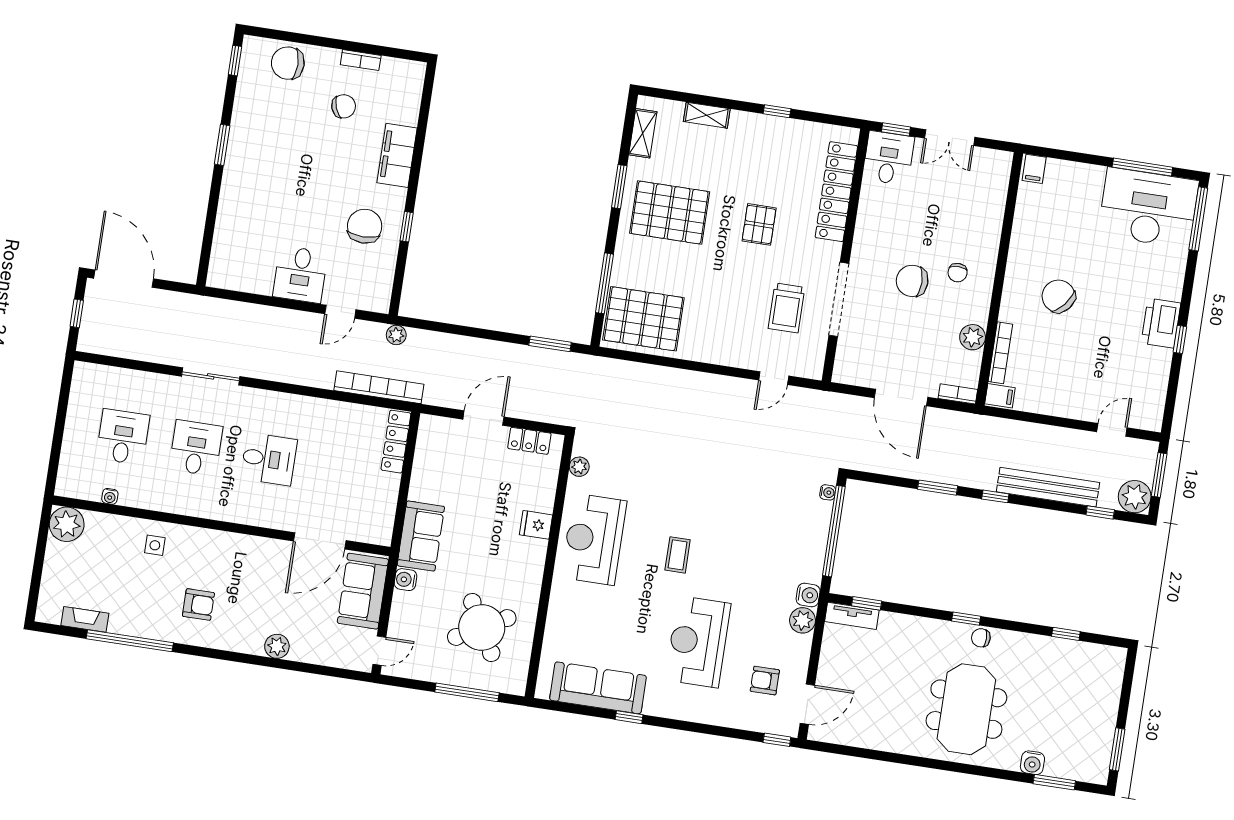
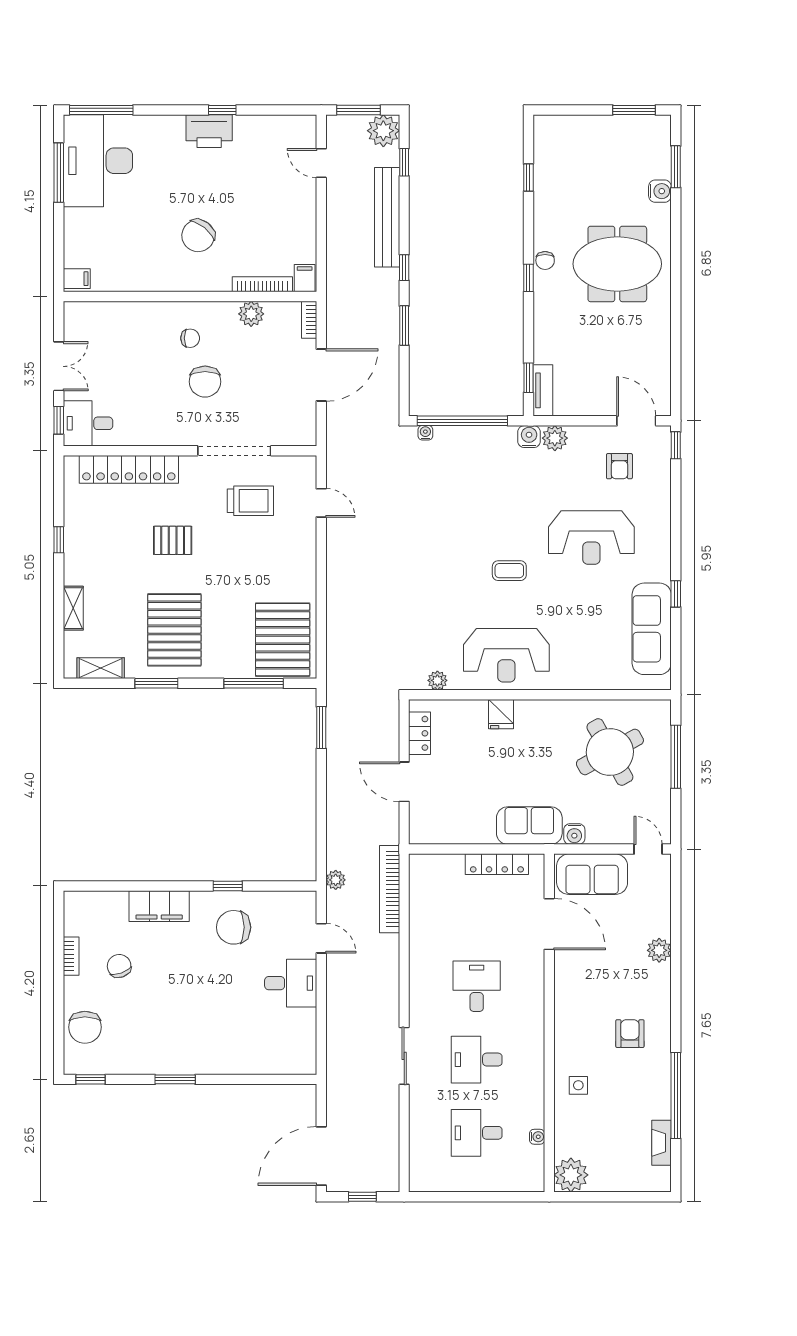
locker: (396, 442) -> (497, 864), moved

